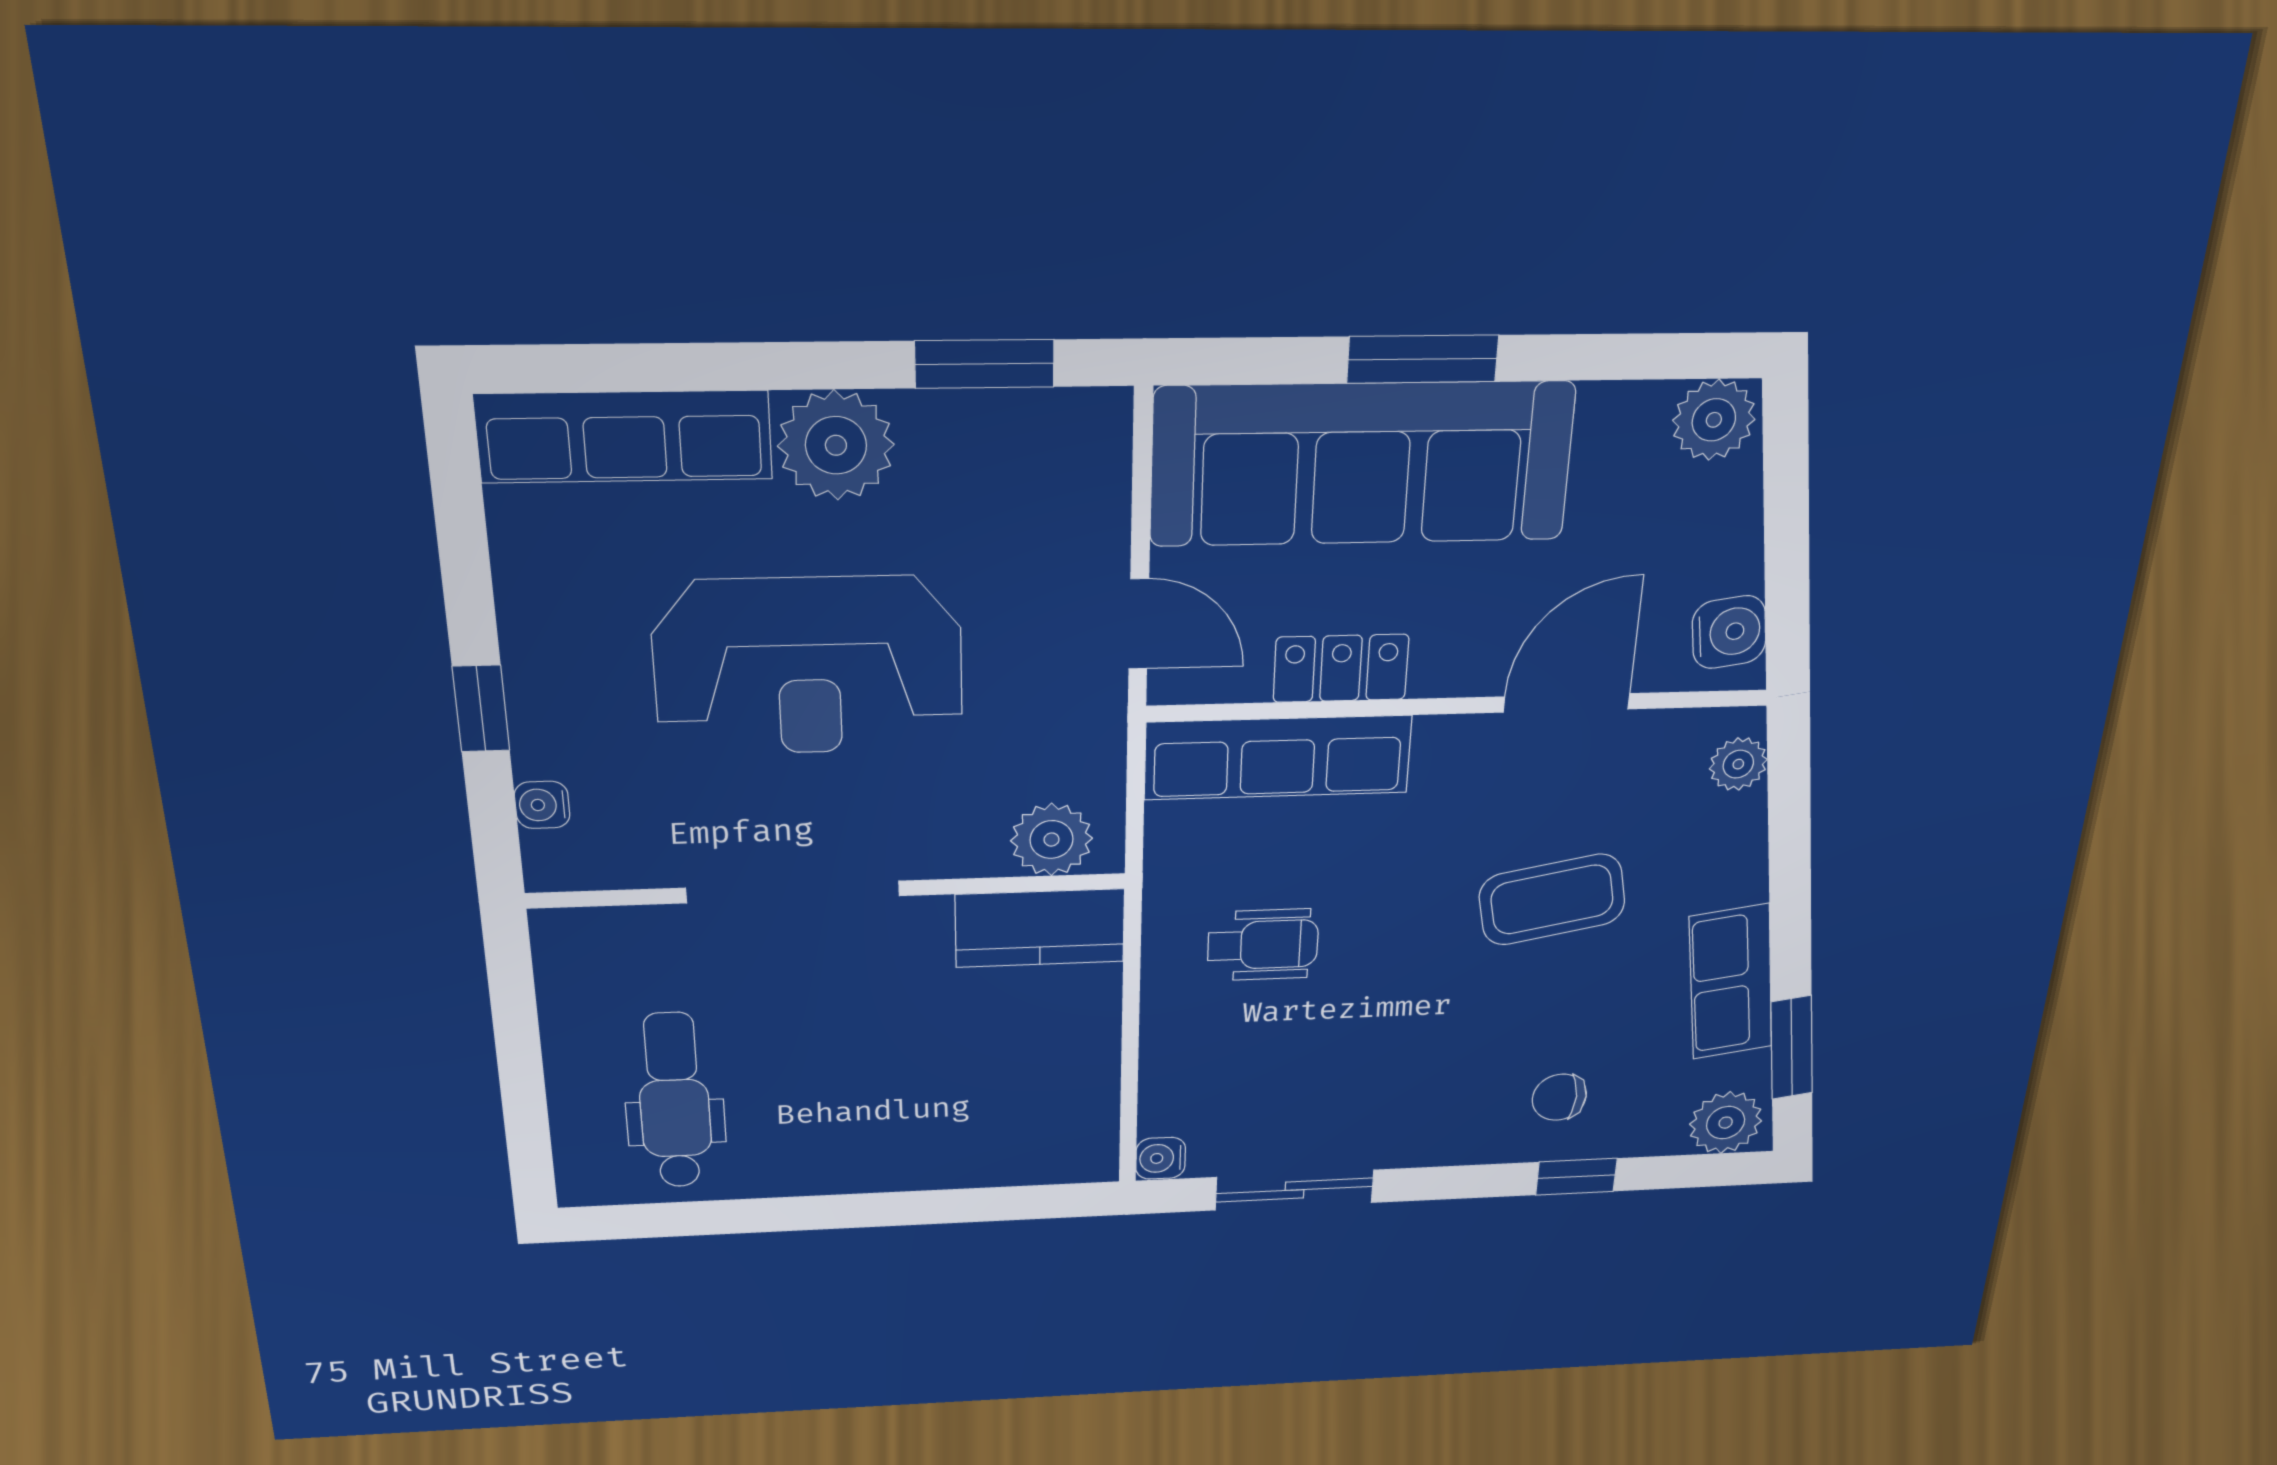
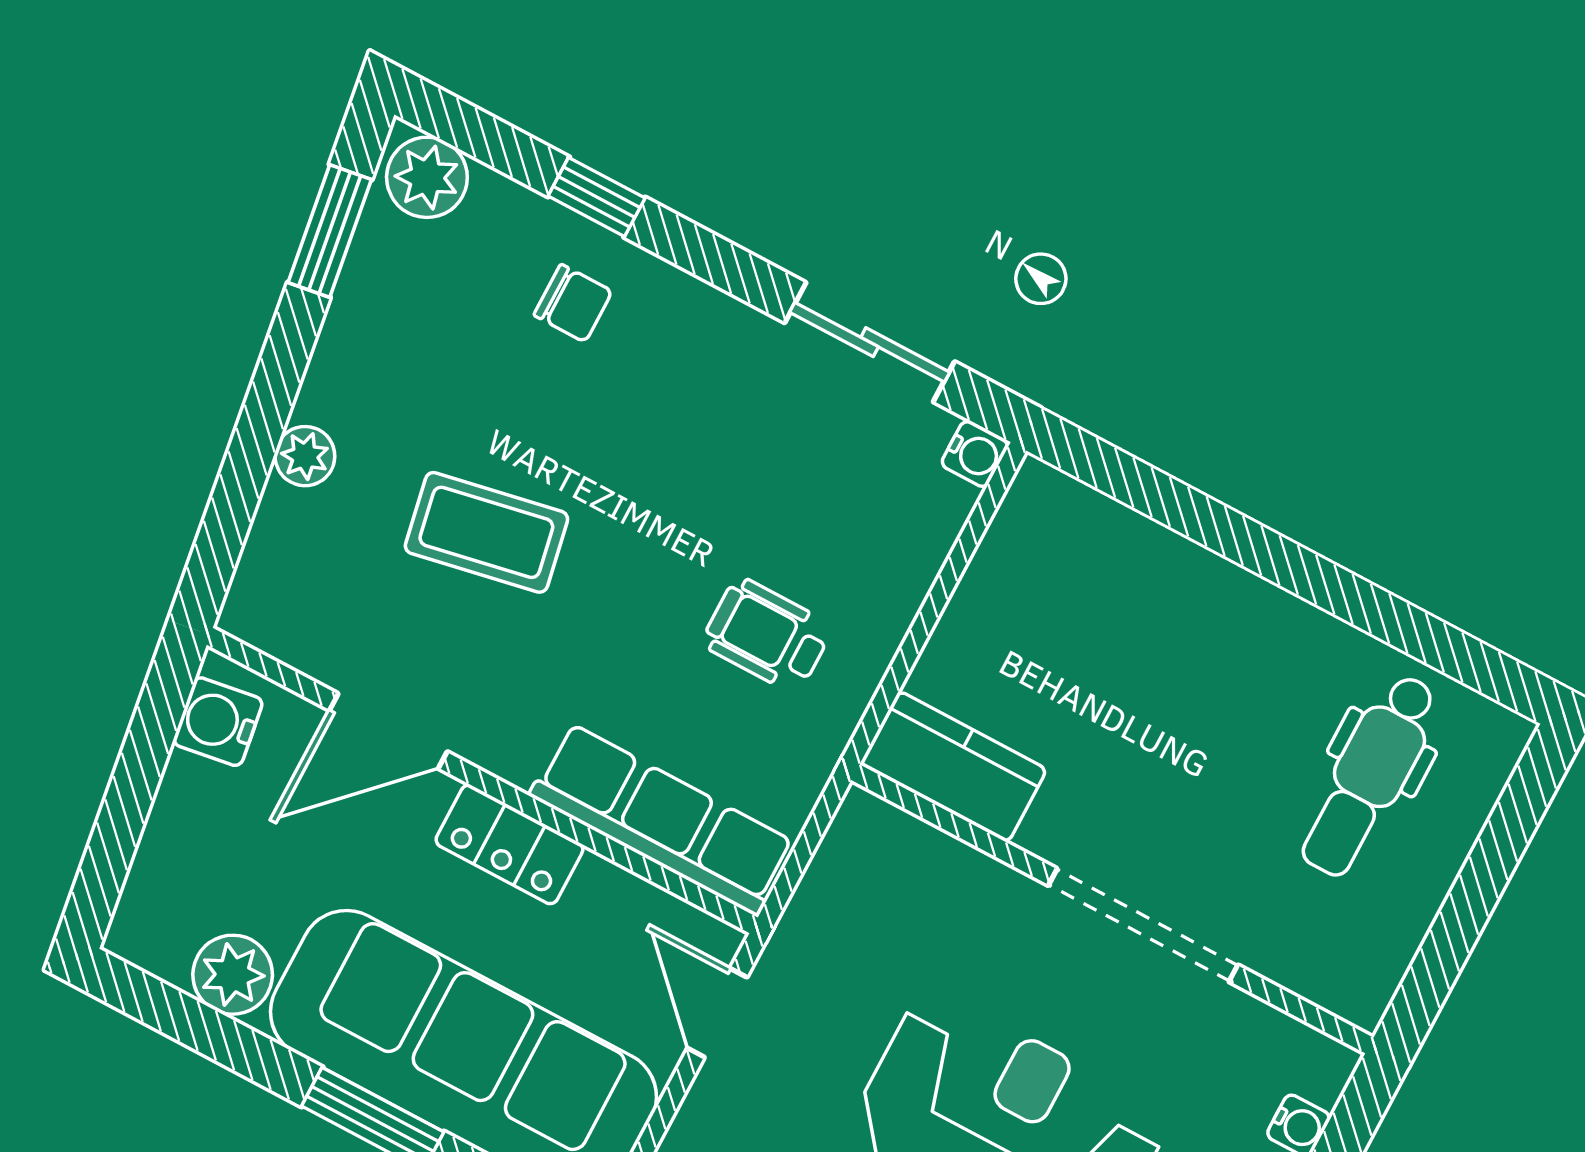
plant: (1714, 420) -> (233, 975), moved
locker: (1341, 668) -> (509, 844), moved
plant: (1738, 764) -> (305, 456), moved
plant: (1052, 840) -> (896, 850), removed
row of seats: (1731, 982) -> (359, 343), removed

